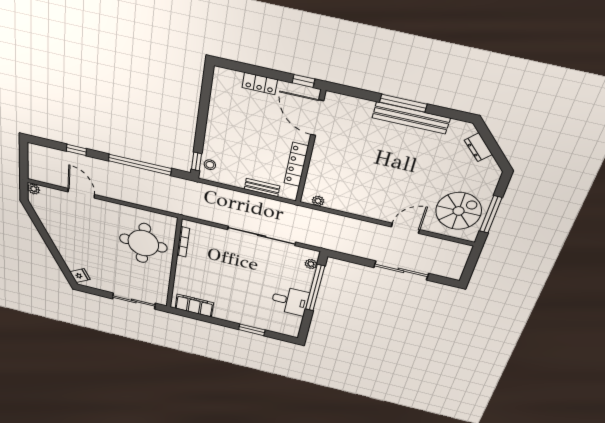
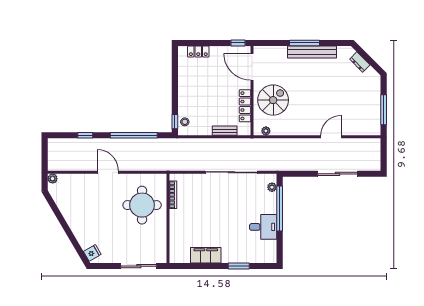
locker: (260, 84) -> (198, 52), moved
door: (81, 193) -> (108, 172), moved
spiral stairs: (459, 211) -> (273, 100), moved
filing cabinet: (194, 305) -> (206, 255), moved

